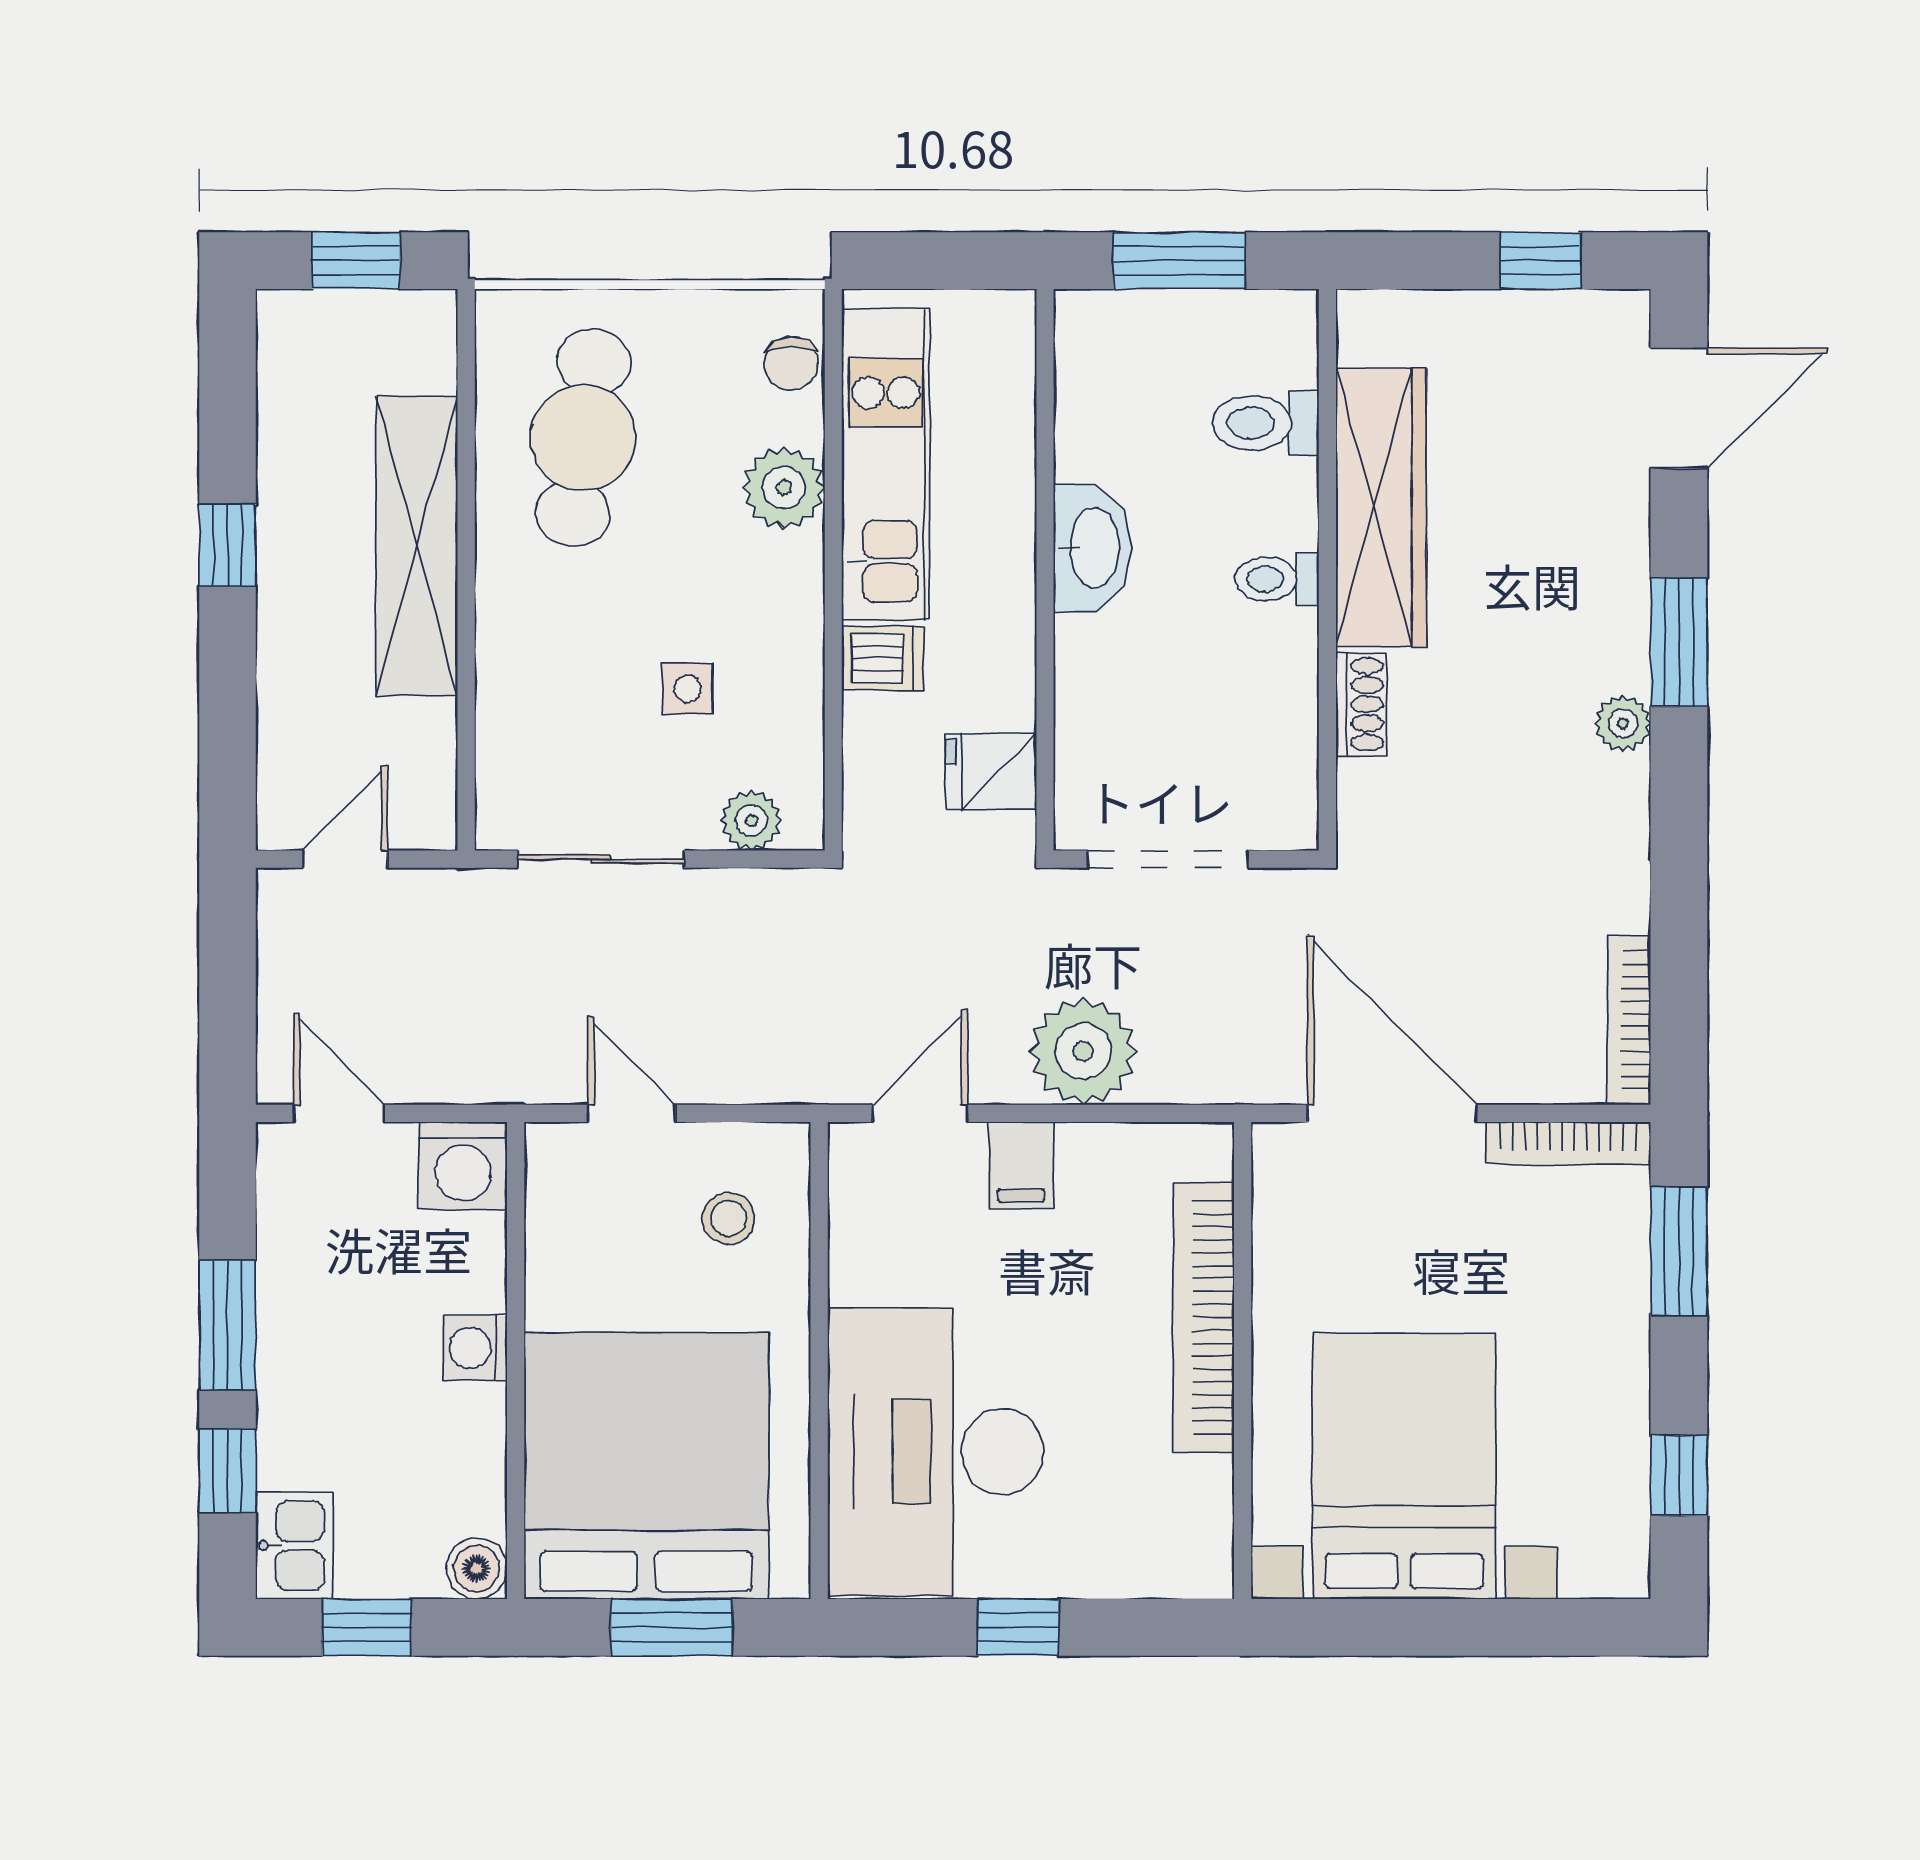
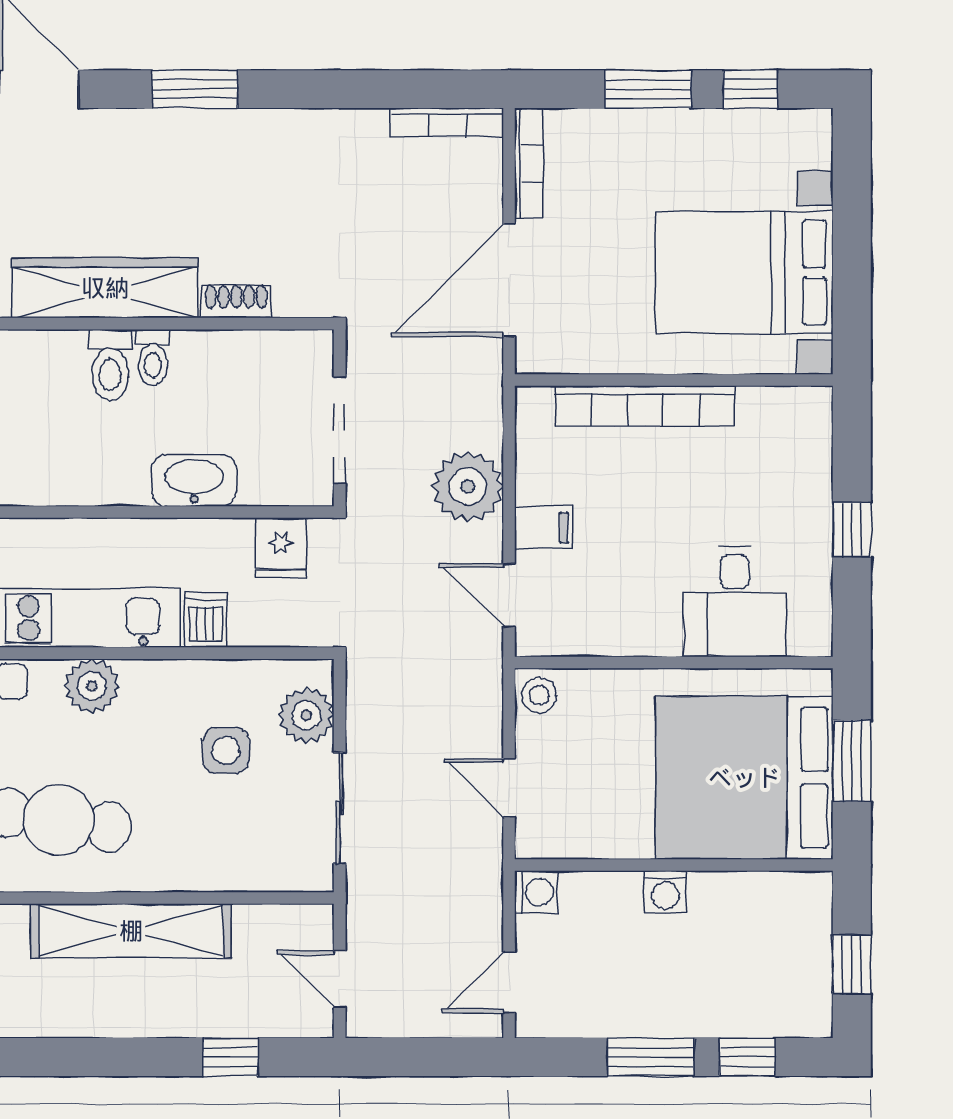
toilet: (1266, 423) -> (110, 365), moved
window: (228, 545) -> (230, 1057), moved
washbasin: (1092, 548) -> (194, 480), moved
side table: (687, 689) -> (226, 750), width x1.37, depth x1.37
plant: (1623, 723) -> (249, 127), removed
plant: (751, 821) -> (306, 715), width x1.38, depth x1.38
door: (632, 1113) -> (509, 788), hinge flipped
washing machine: (463, 1166) -> (536, 892), width x0.73, depth x0.73
stool: (729, 1218) -> (539, 695), moved
window: (1679, 1251) -> (648, 89), moved
desk: (935, 1451) -> (735, 602), width x0.53, depth x0.77
kitchen sink: (294, 1546) -> (797, 1012), removed
boiler: (477, 1569) -> (813, 891), removed

